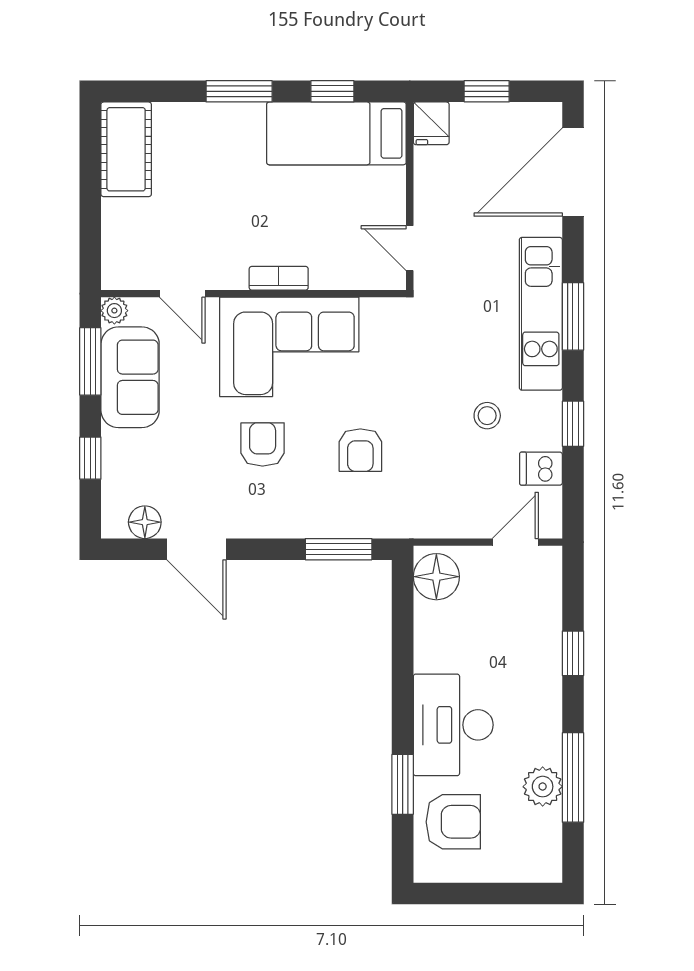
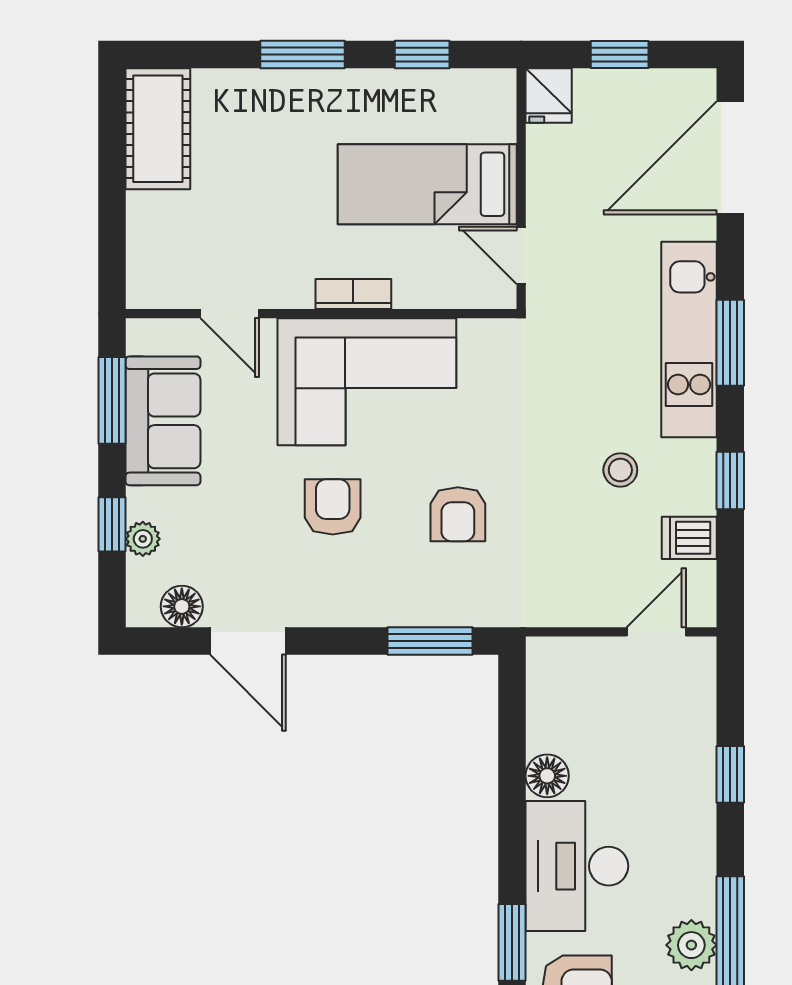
bed: (336, 133) -> (427, 184), moved
plant: (114, 311) -> (143, 539), moved
floor lamp: (436, 577) -> (547, 776), moved, width x0.73, depth x0.73

